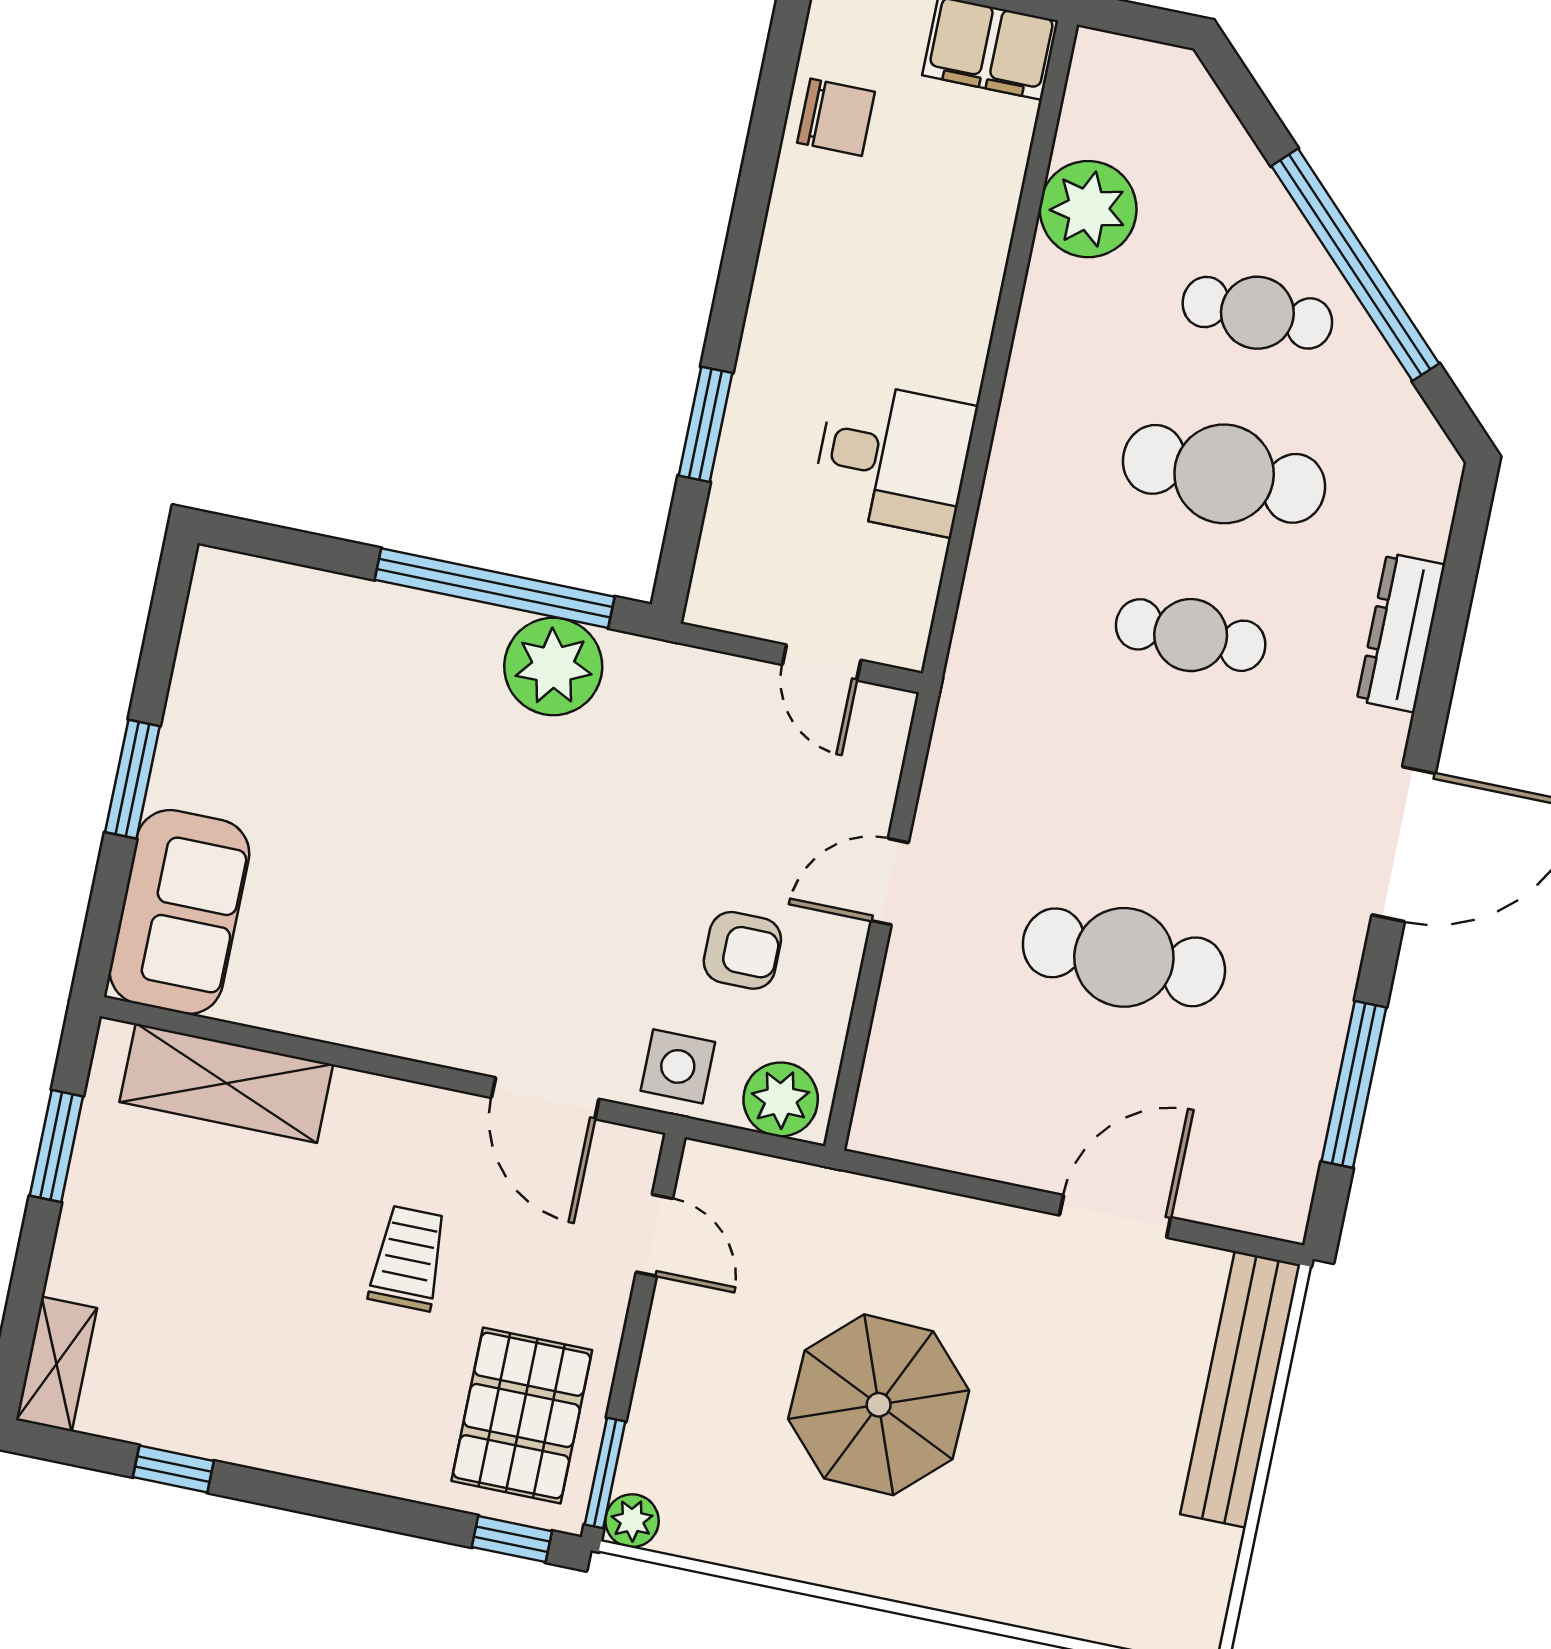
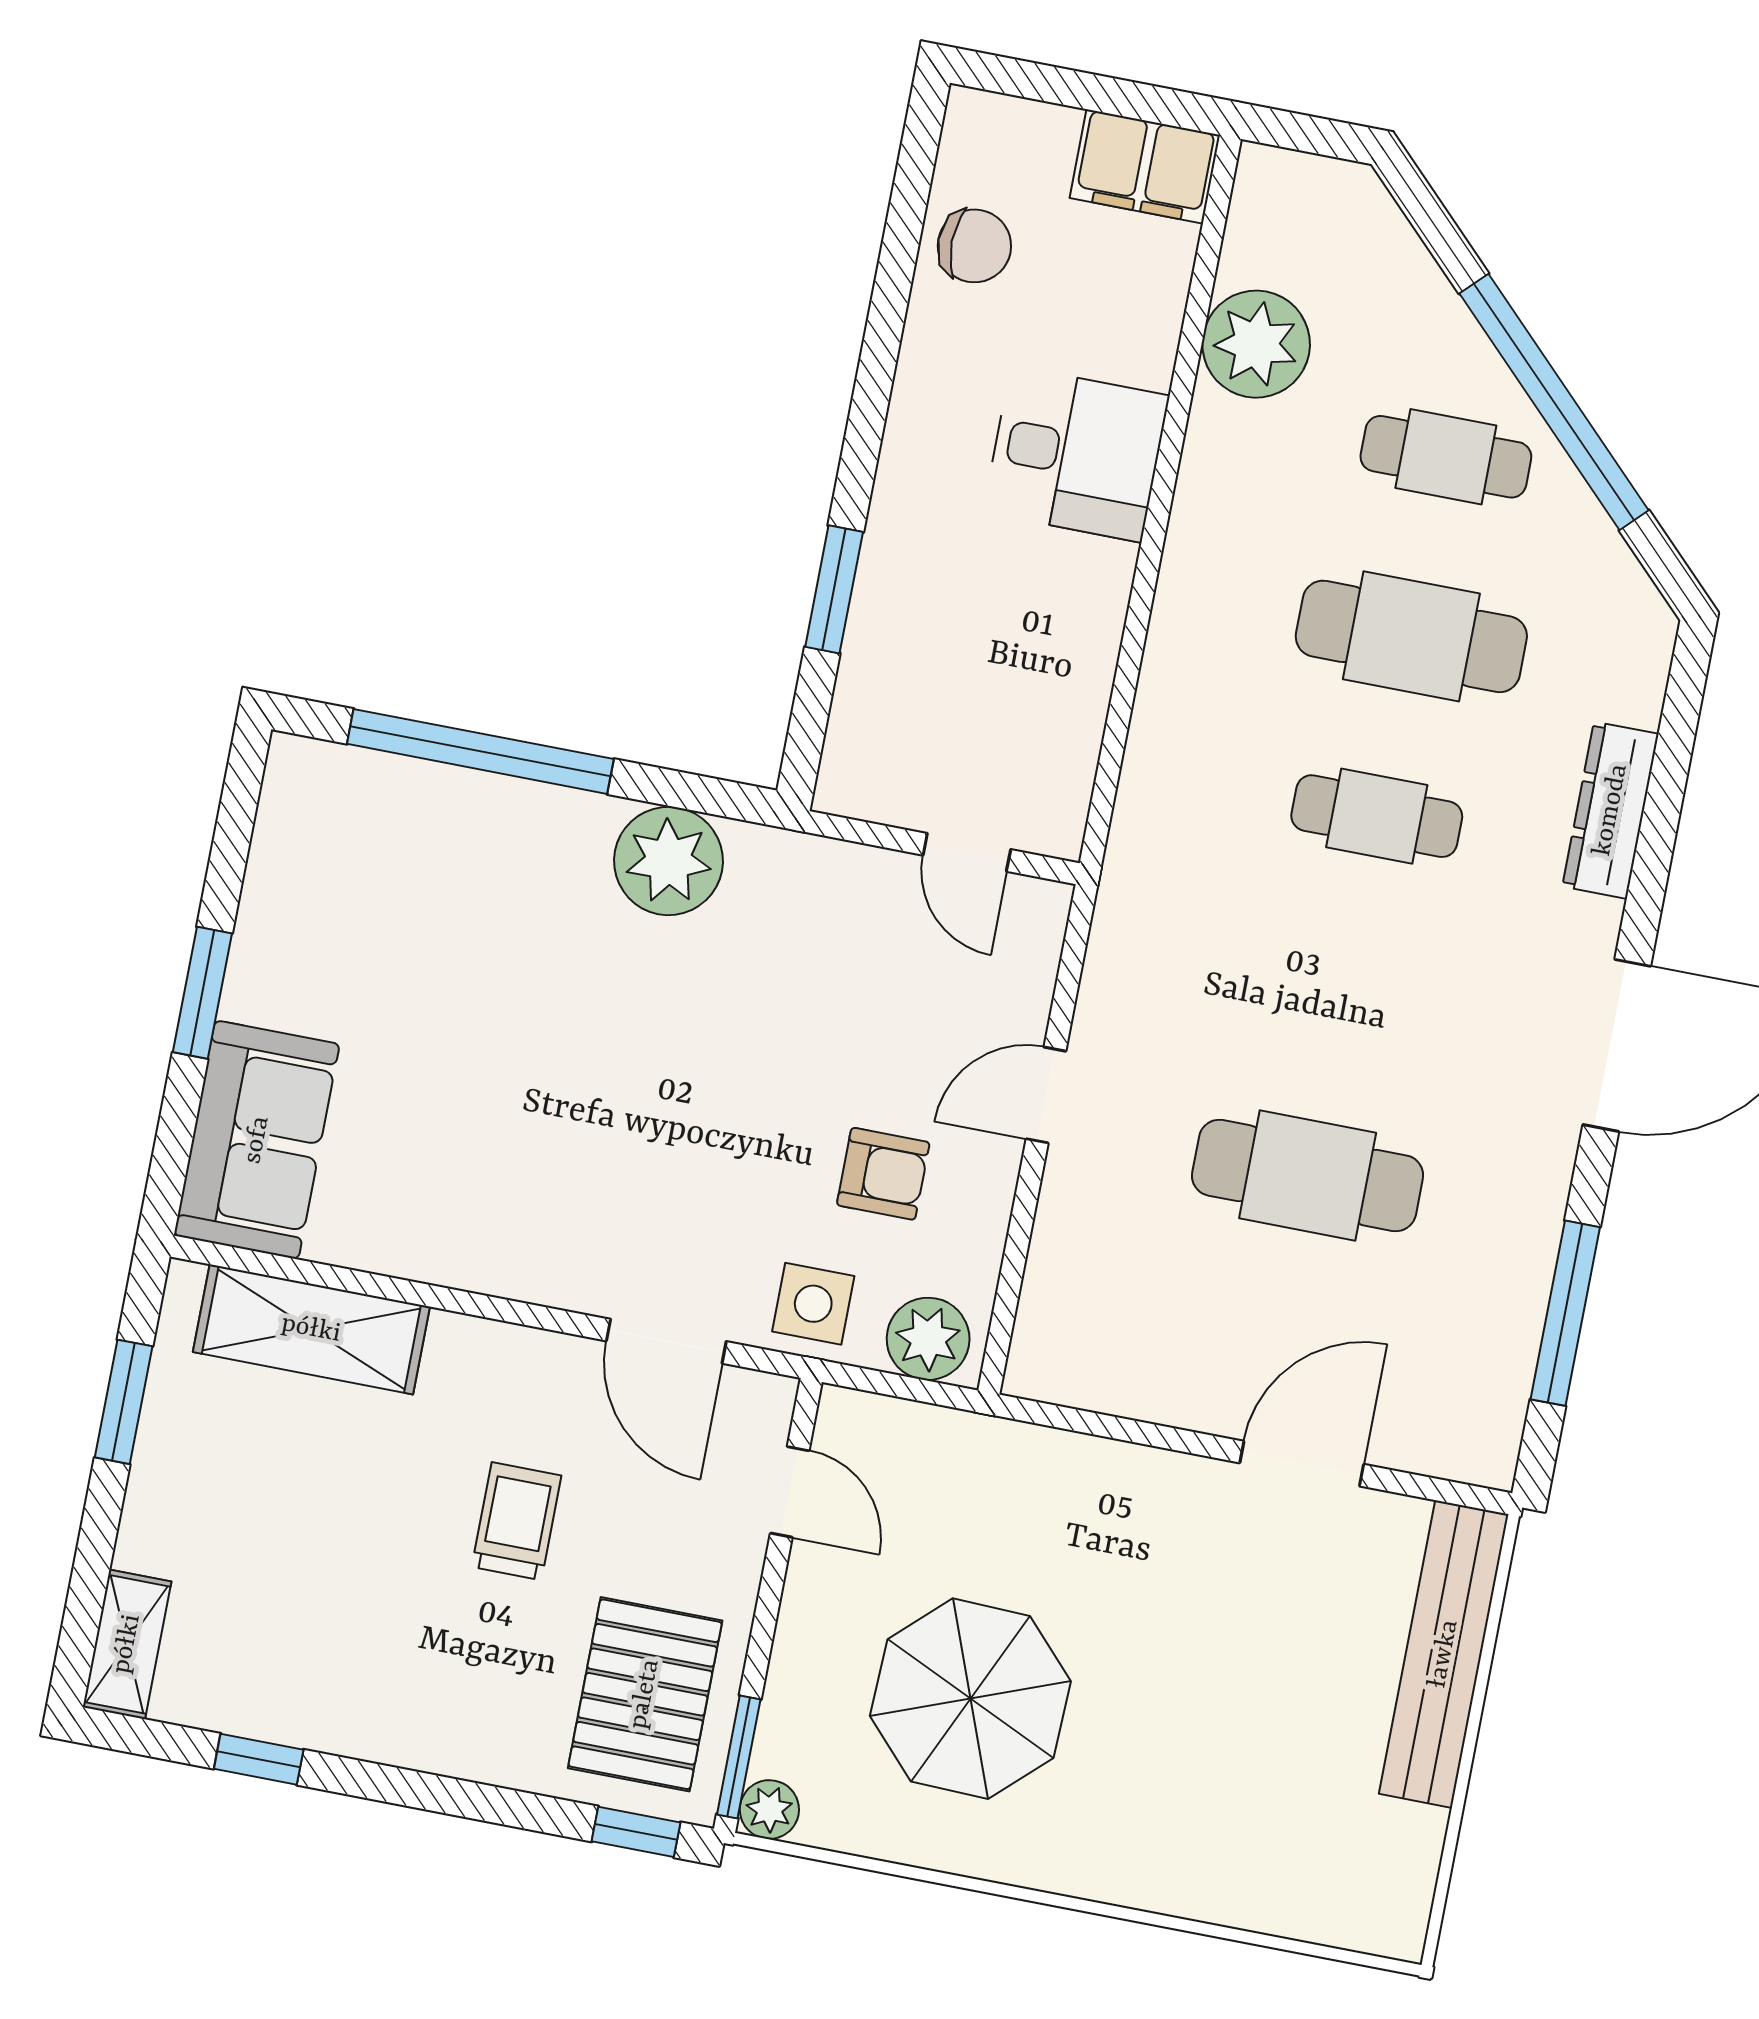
desk: (893, 458) -> (1076, 454), moved
window: (495, 588) -> (480, 751), moved
parasol: (879, 1405) -> (970, 1699), moved

